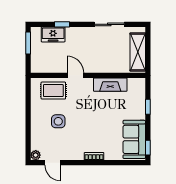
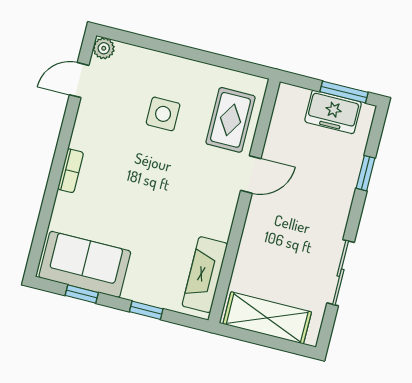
freezer: (53, 34) -> (333, 112), moved, turned -90
fireplace: (110, 85) -> (205, 275), moved
window: (148, 148) -> (82, 294), moved

